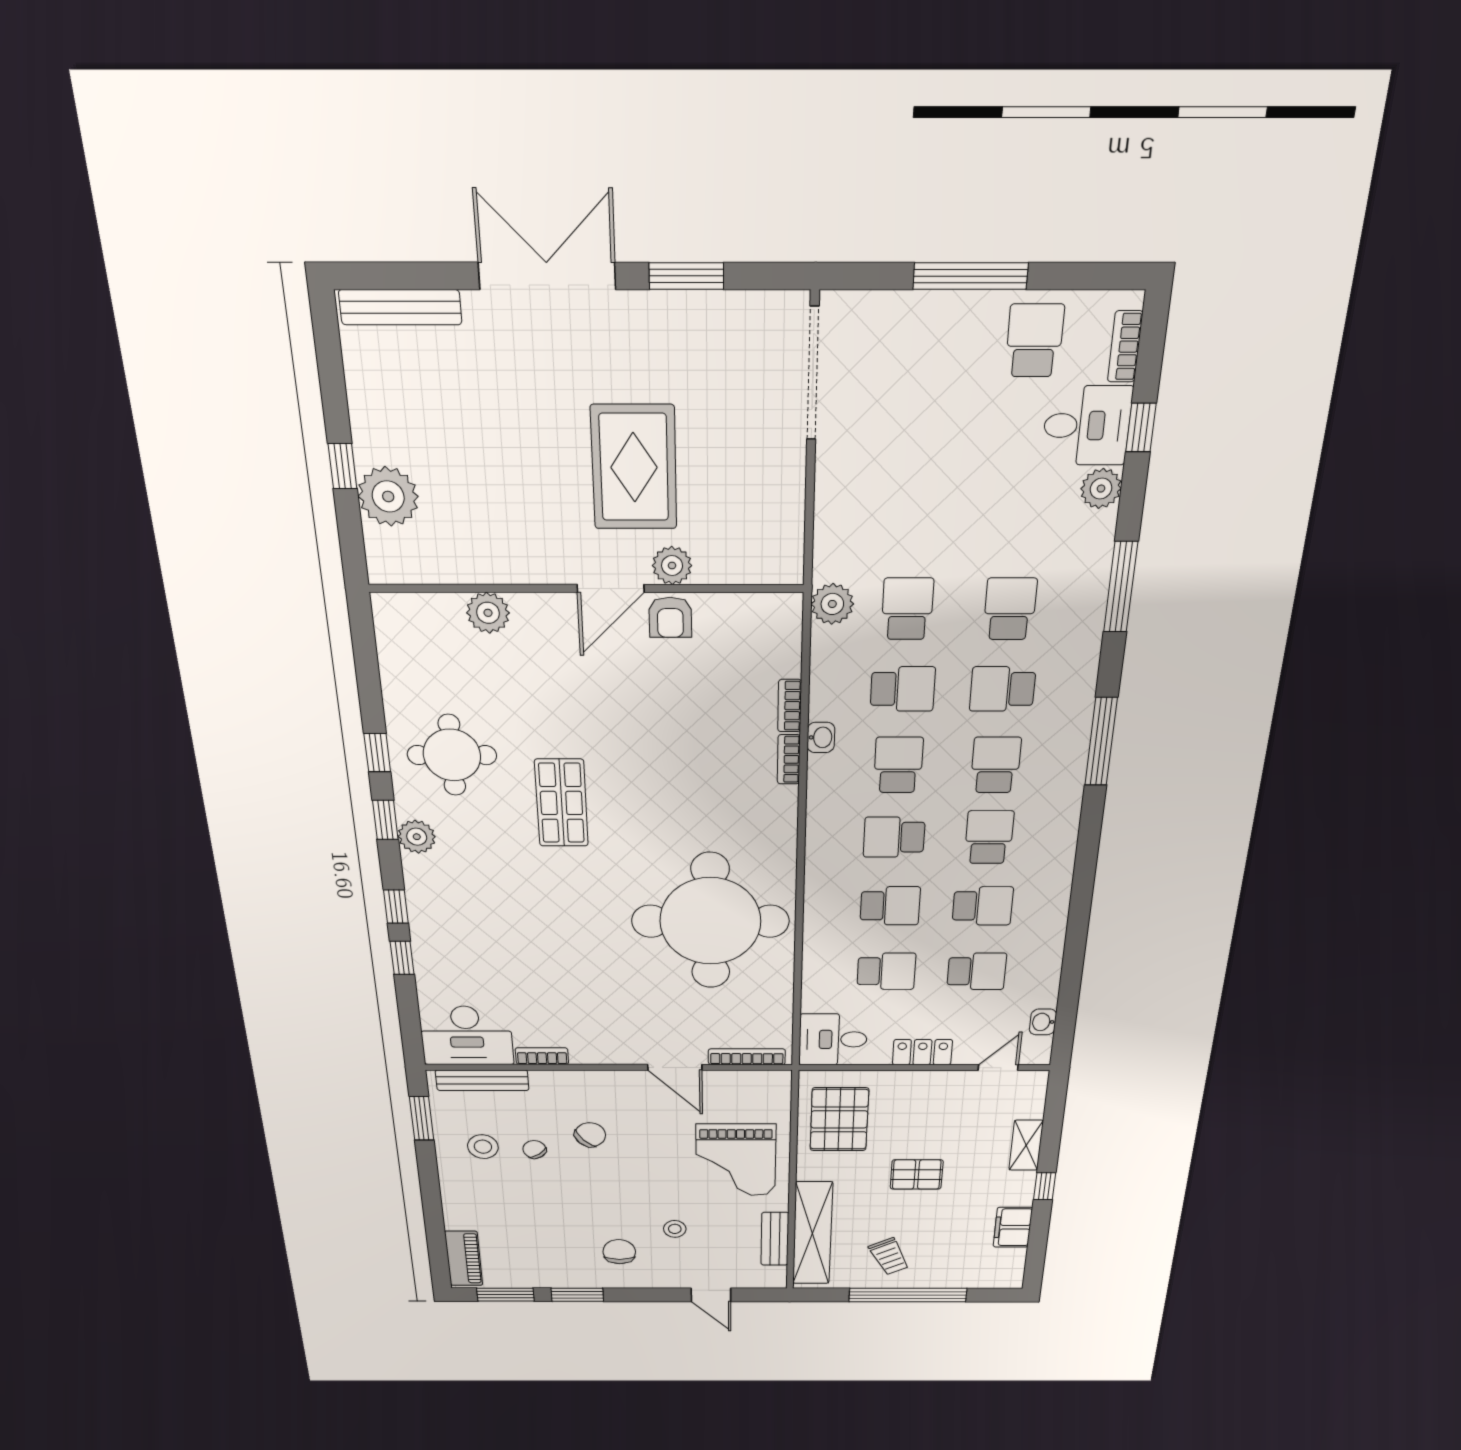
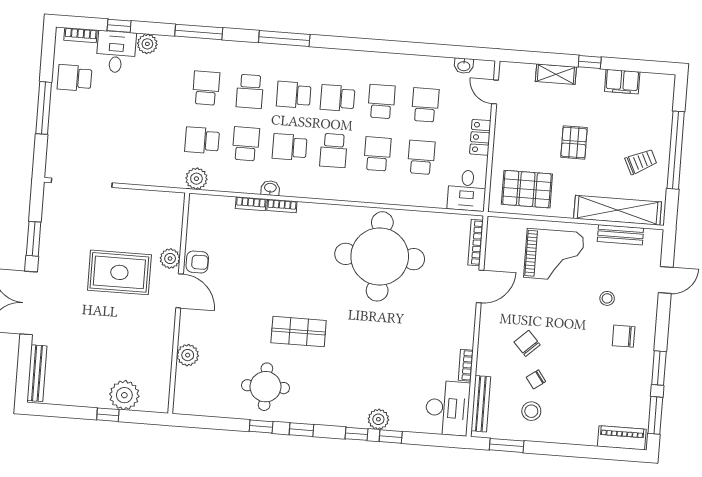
school desk: (1010, 609) -> (206, 88), turned 90
plant: (417, 837) -> (378, 419), moved

